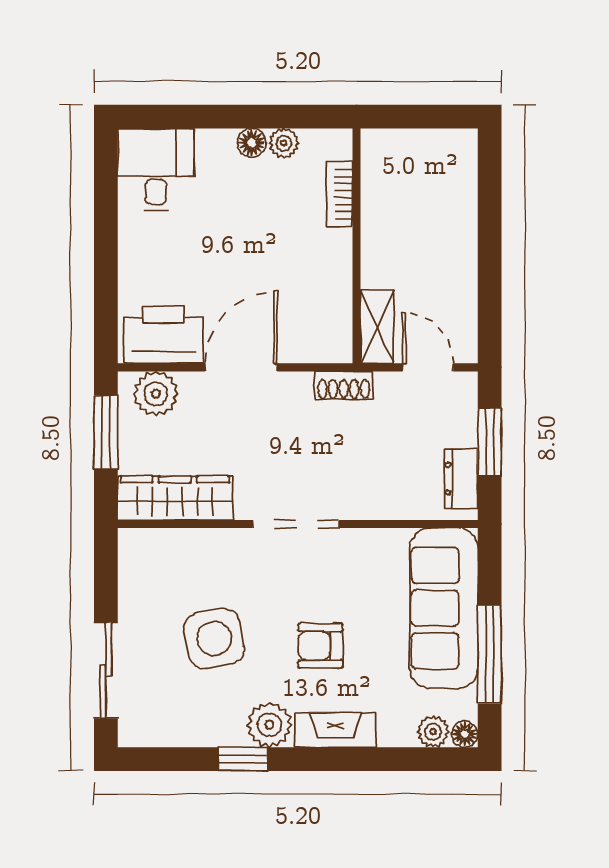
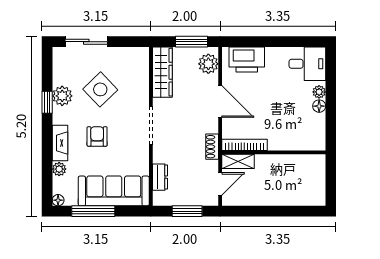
plant: (284, 143) -> (319, 92), moved
bookcase: (339, 194) -> (244, 145), moved, width x1.56
printer: (164, 335) -> (247, 60), moved, turned 90
dresser: (461, 479) -> (160, 177), moved, turned 90
side table: (214, 639) -> (100, 89), turned -34
plant: (269, 725) -> (62, 96), moved
plant: (433, 732) -> (59, 169), moved

